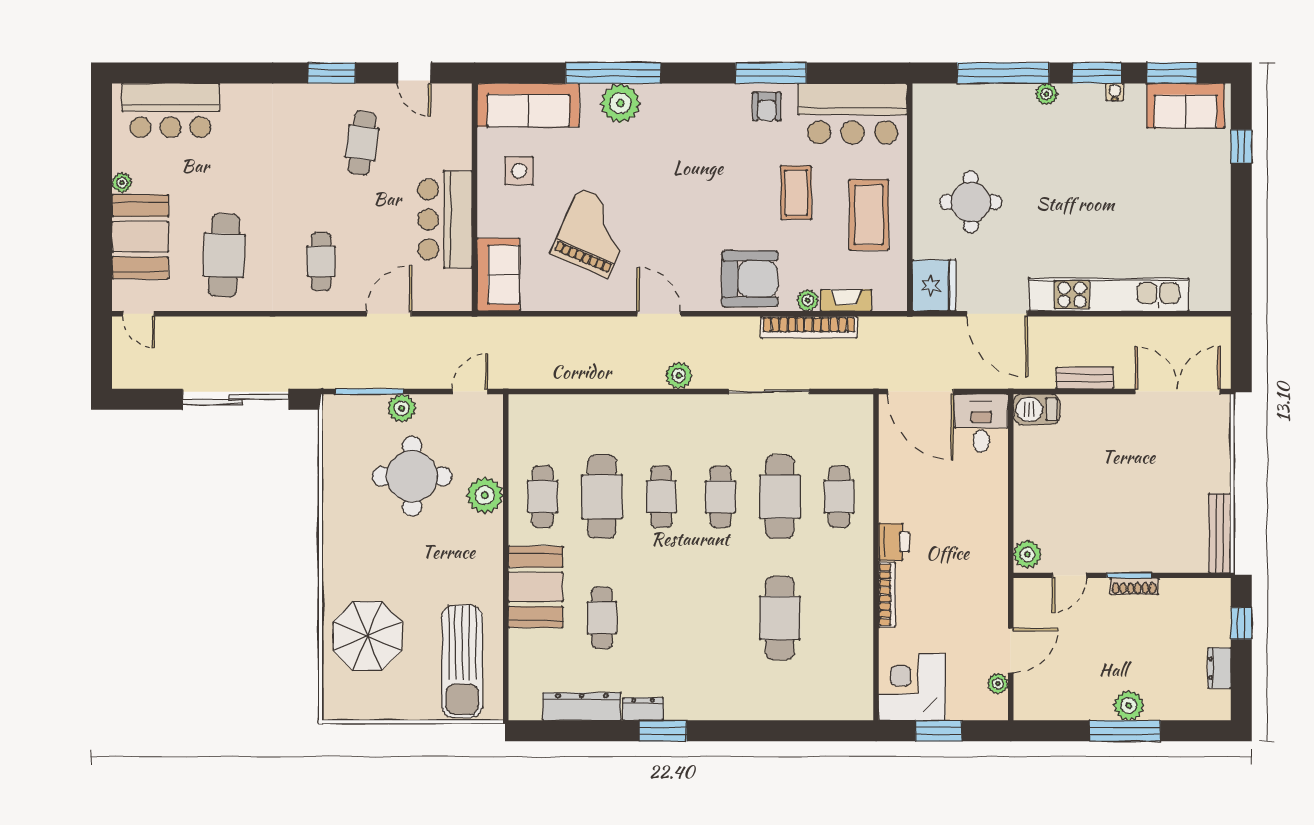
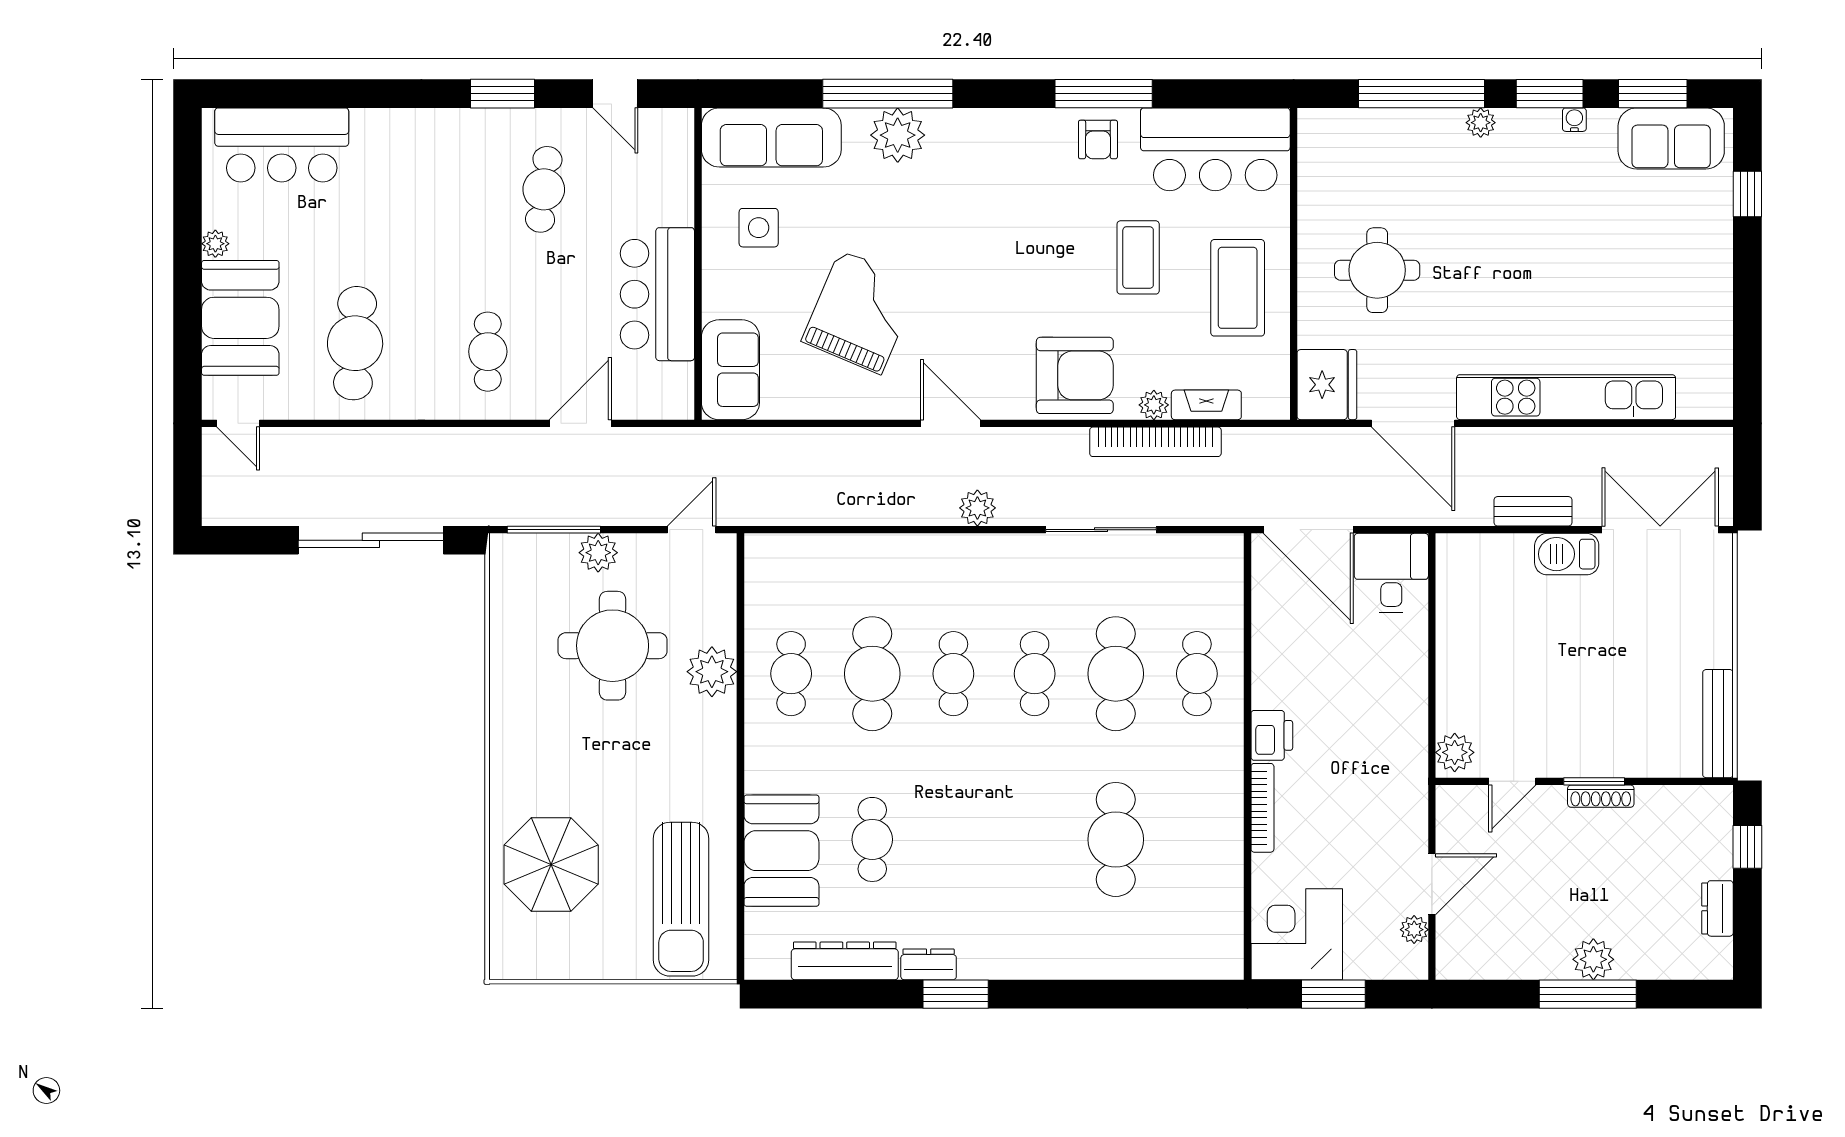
barbecue: (1037, 409) -> (1567, 554), moved
booth: (536, 587) -> (781, 851), moved

